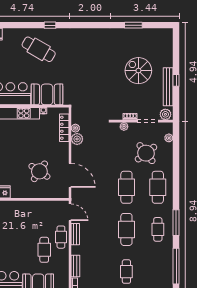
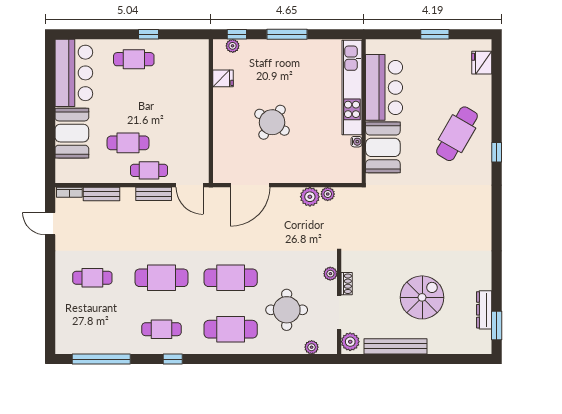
window: (133, 25) -> (497, 325), moved
dresser: (146, 33) -> (484, 310), added
window: (176, 80) -> (406, 359), removed
locker: (64, 128) -> (328, 176), removed
round table: (146, 153) -> (287, 310), turned 38
round table: (39, 171) -> (272, 122), moved
door: (70, 212) -> (190, 185), hinge flipped
window: (176, 223) -> (173, 359), width x0.46

